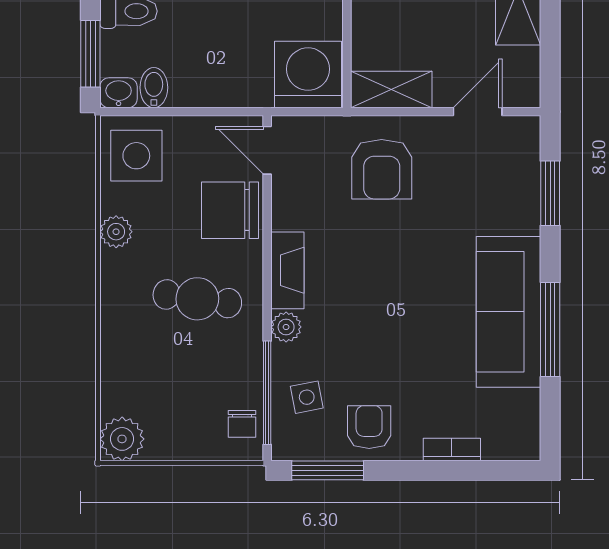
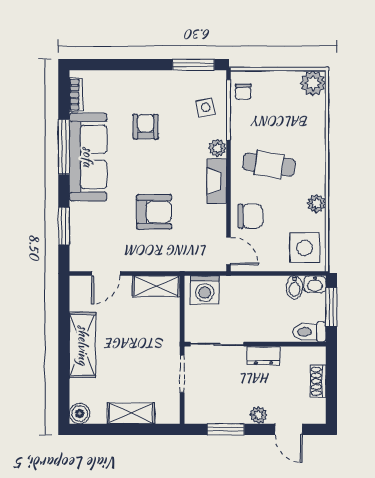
washing machine: (308, 74) -> (205, 290), width x0.73, depth x0.73
armchair: (382, 169) -> (154, 212), moved, turned 90
chair: (230, 210) -> (250, 216), width x0.73, depth x0.73
chair: (242, 424) -> (243, 92), turned 180
armchair: (369, 427) -> (146, 127), moved, turned 180
bookcase: (452, 450) -> (76, 95), moved, turned -90

